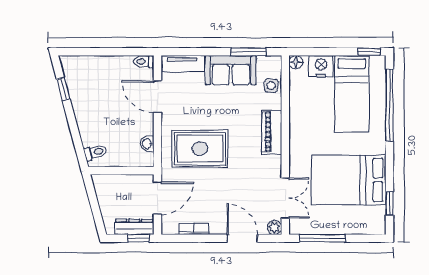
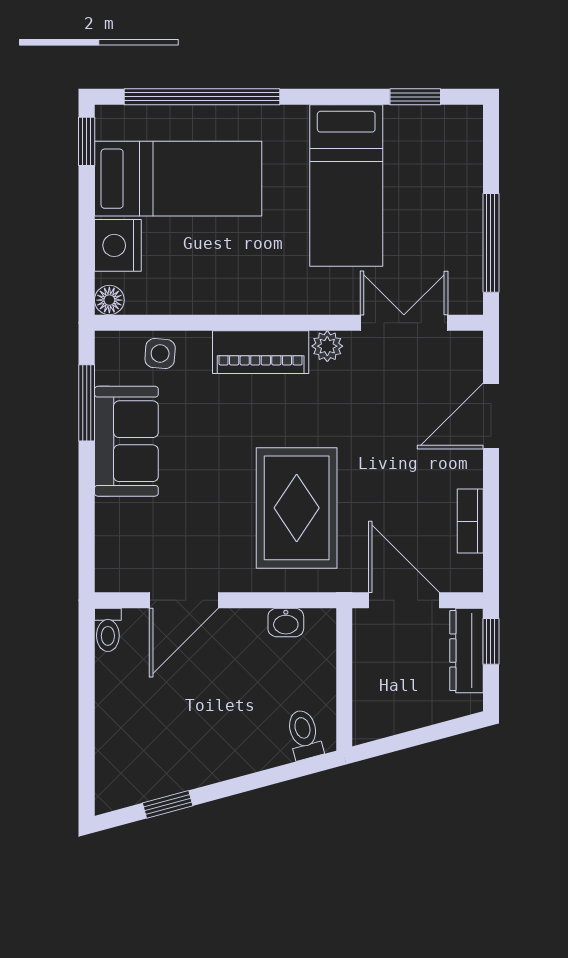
tv unit: (182, 64) -> (112, 546), removed
bed: (349, 180) -> (346, 186), width x0.67
plant: (275, 227) -> (327, 346), moved

